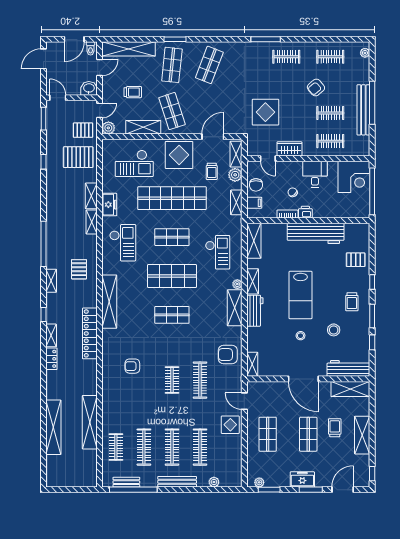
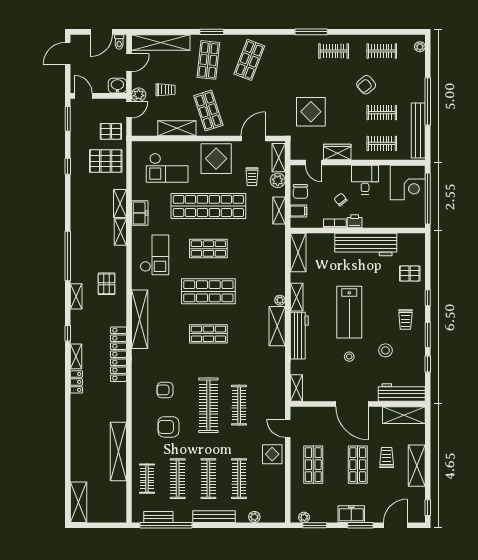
bench: (363, 110) -> (418, 130), moved
plant: (108, 128) -> (139, 95), moved
checkout: (218, 252) -> (258, 265), removed
workbench: (255, 311) -> (299, 336), width x1.38
armchair: (228, 355) -> (168, 427), moved
clothes rail: (172, 380) -> (208, 405), width x1.86, depth x1.31
shelving: (53, 427) -> (79, 502), moved, width x0.68

